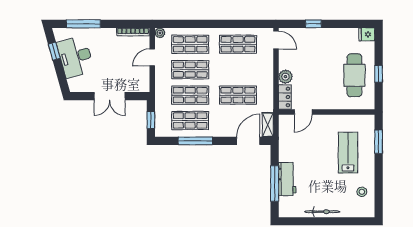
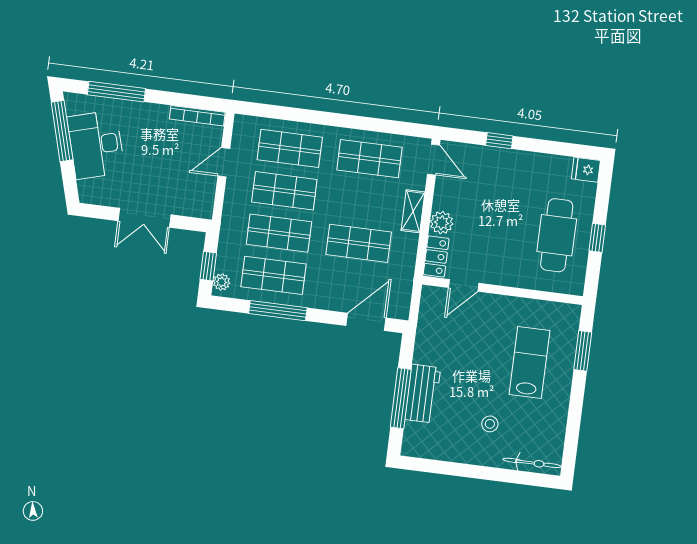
plant: (160, 33) -> (222, 282), moved
window: (54, 51) -> (62, 131), width x2.17
shelving: (268, 125) -> (413, 211), moved
stool: (362, 192) -> (490, 424), moved
bicycle: (322, 212) -> (532, 463), moved

